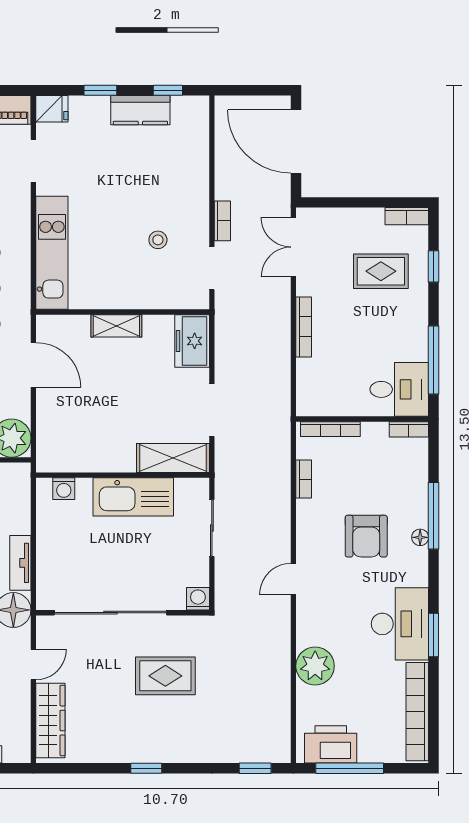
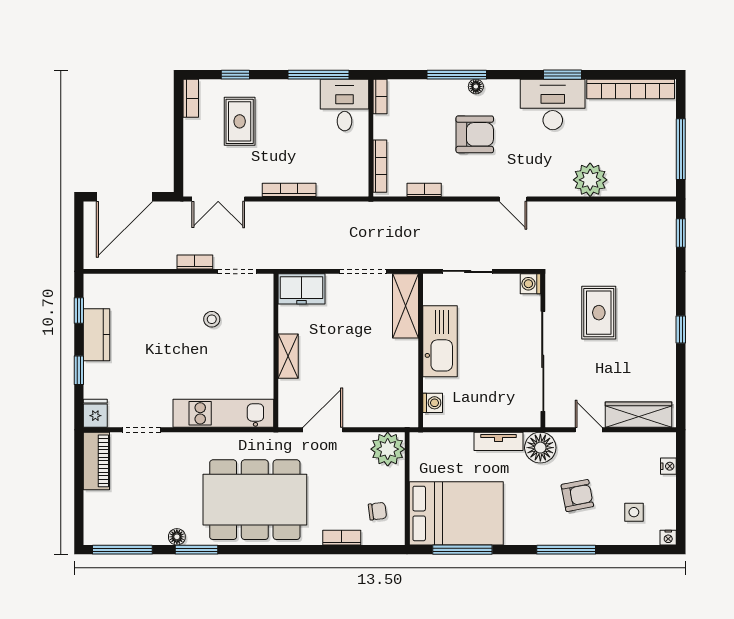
printer: (331, 744) -> (660, 166), removed

